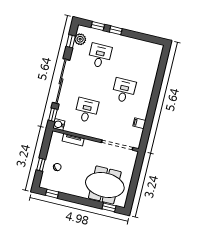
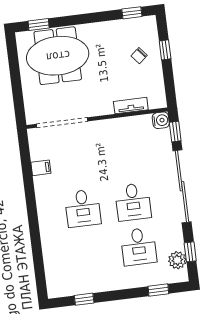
window: (116, 30) -> (84, 299), moved
desk: (87, 110) -> (133, 202), moved

